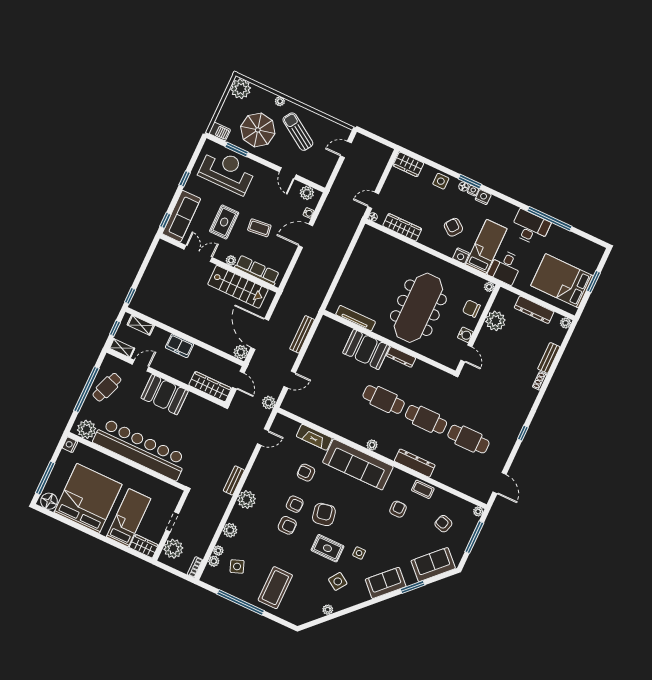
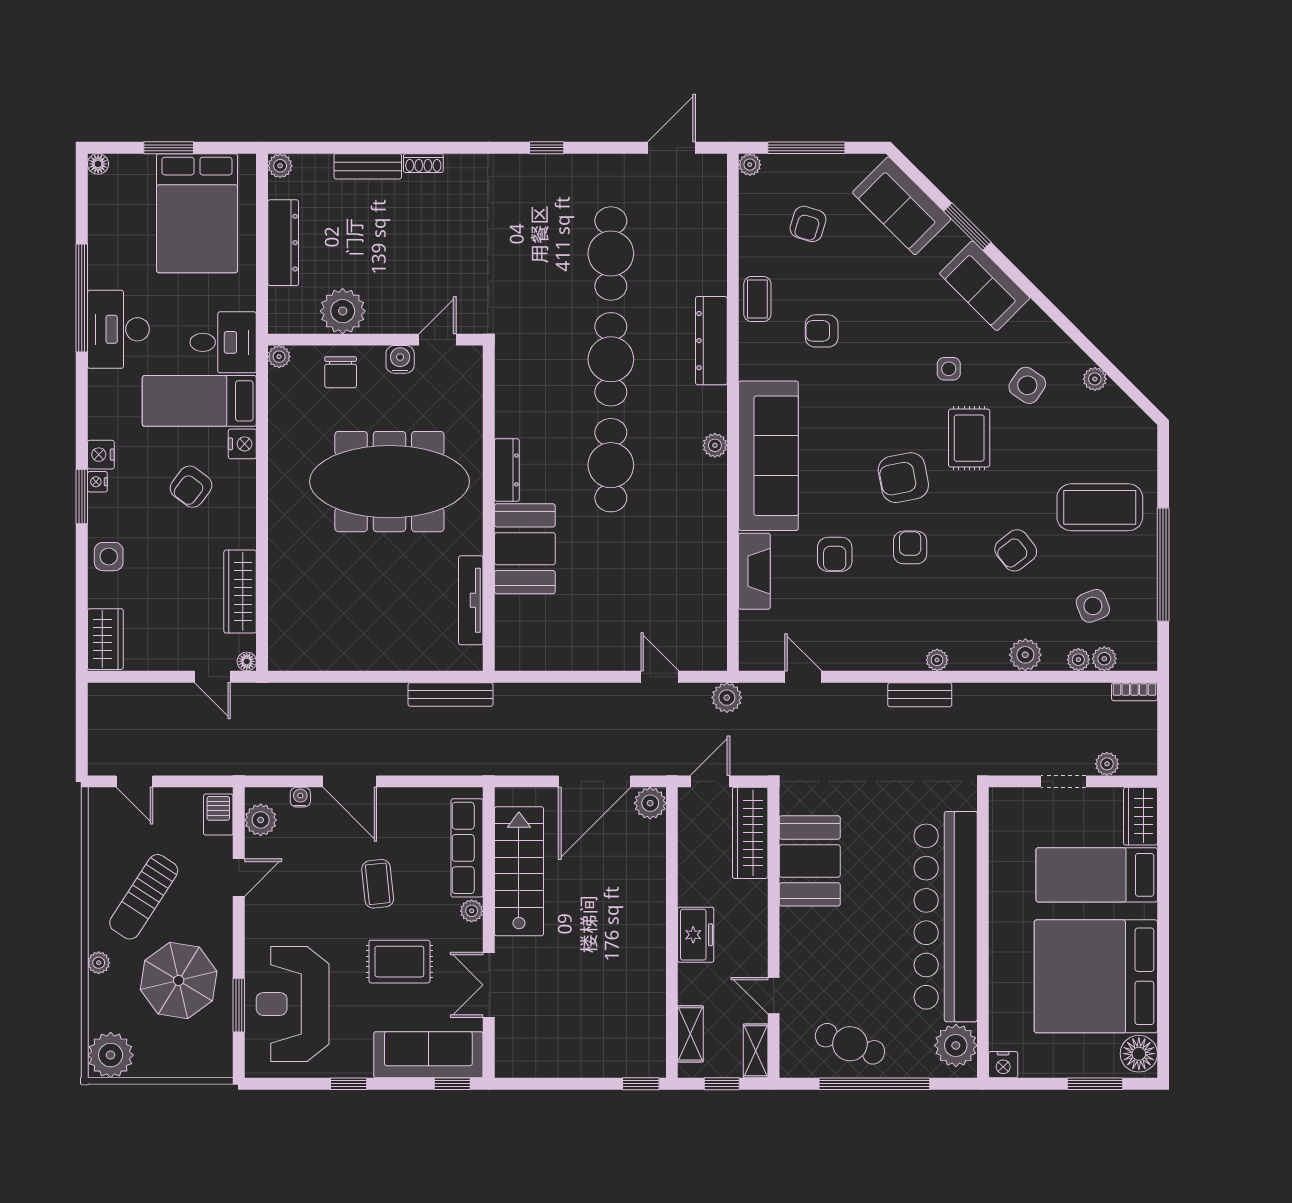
barbecue: (220, 131) -> (218, 815), moved
floor lamp: (464, 187) -> (98, 164), moved
bench: (302, 334) -> (451, 694), moved
booth: (165, 395) -> (810, 861), moved
window: (45, 478) -> (1095, 1084), width x0.69
plant: (247, 500) -> (937, 660), width x0.53, depth x0.53
armchair: (287, 525) -> (1016, 550), moved, turned -128
plant: (173, 549) -> (1107, 764), width x0.53, depth x0.53

